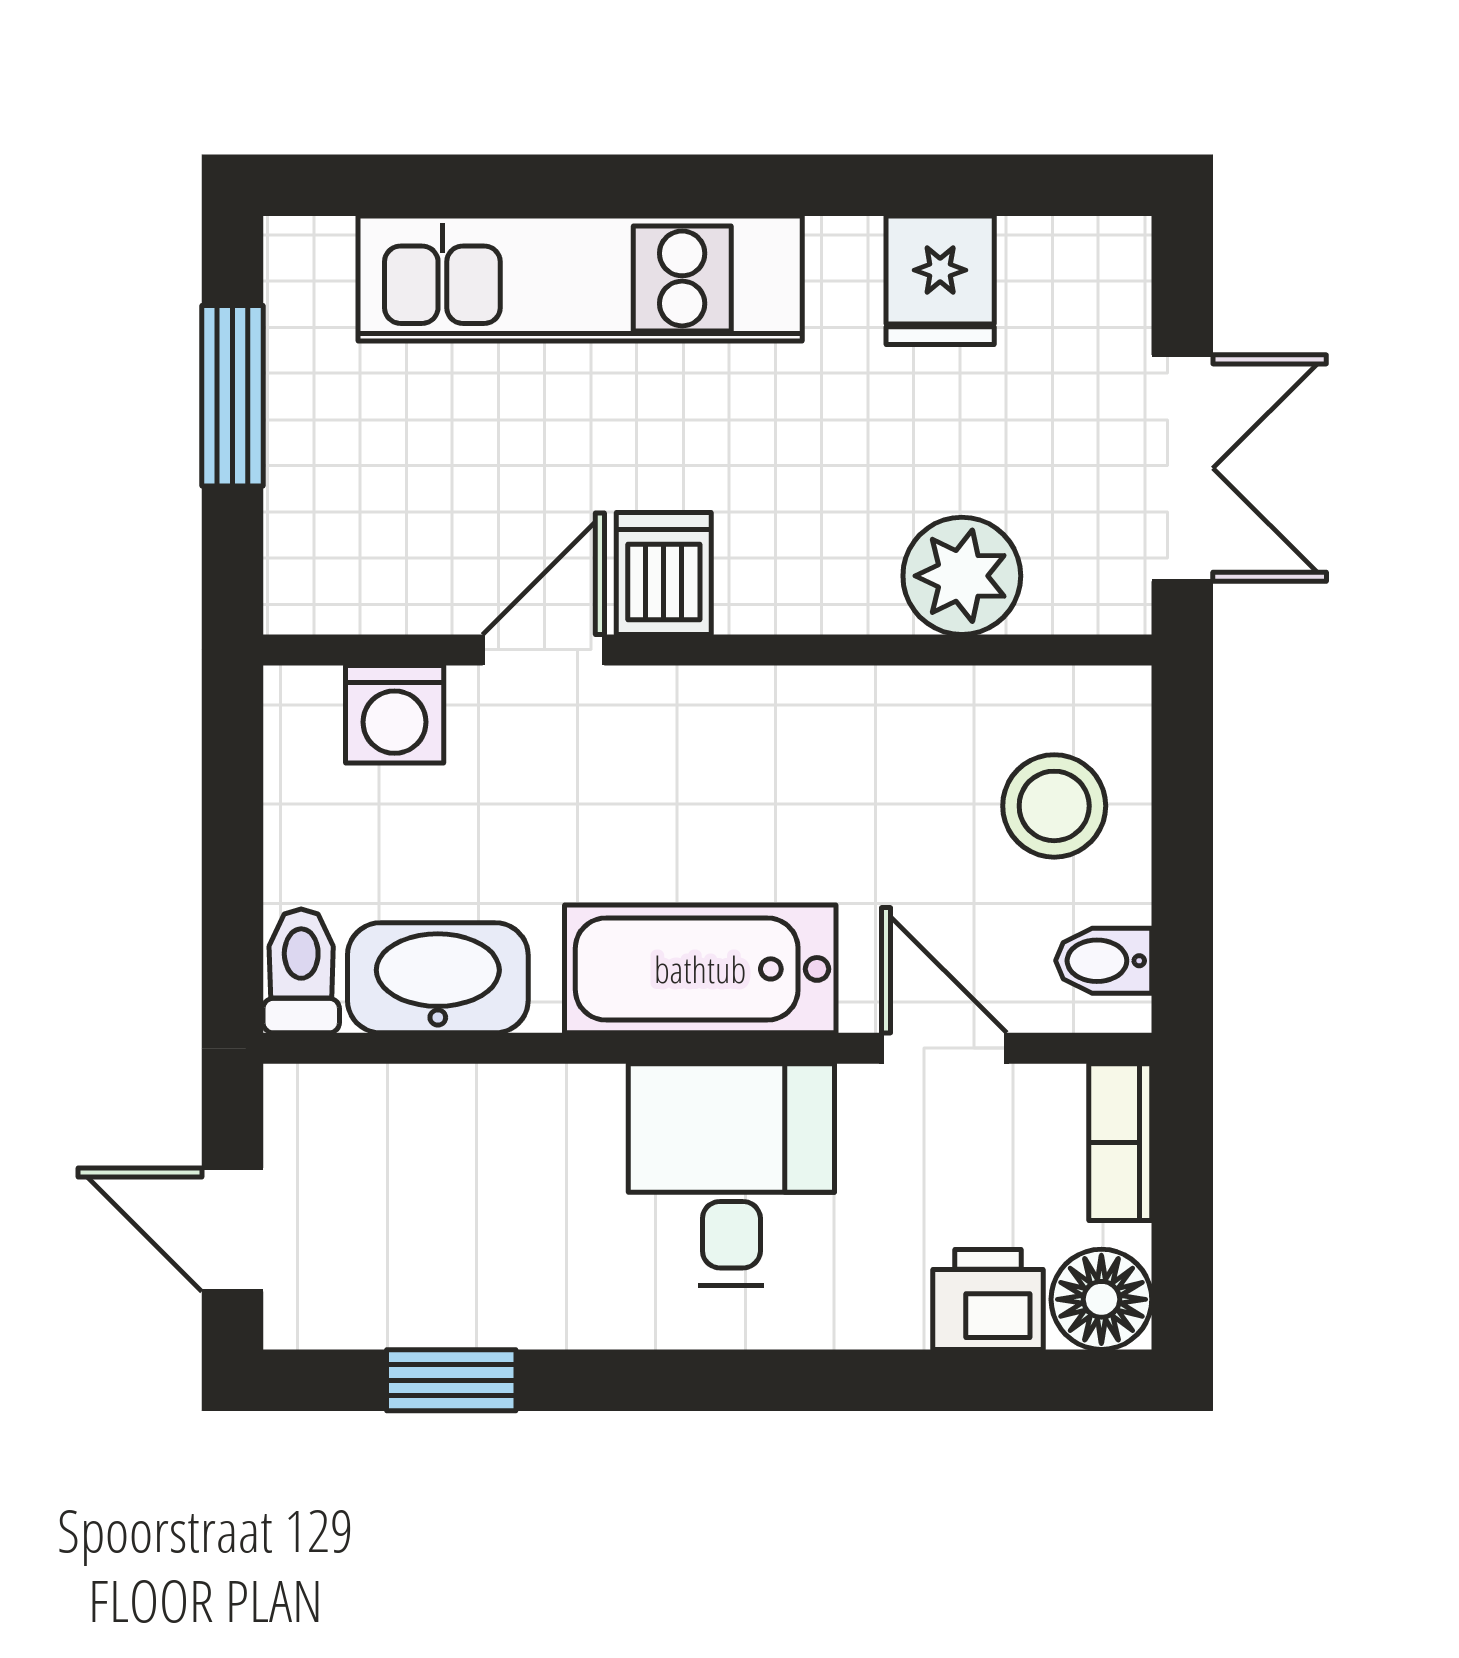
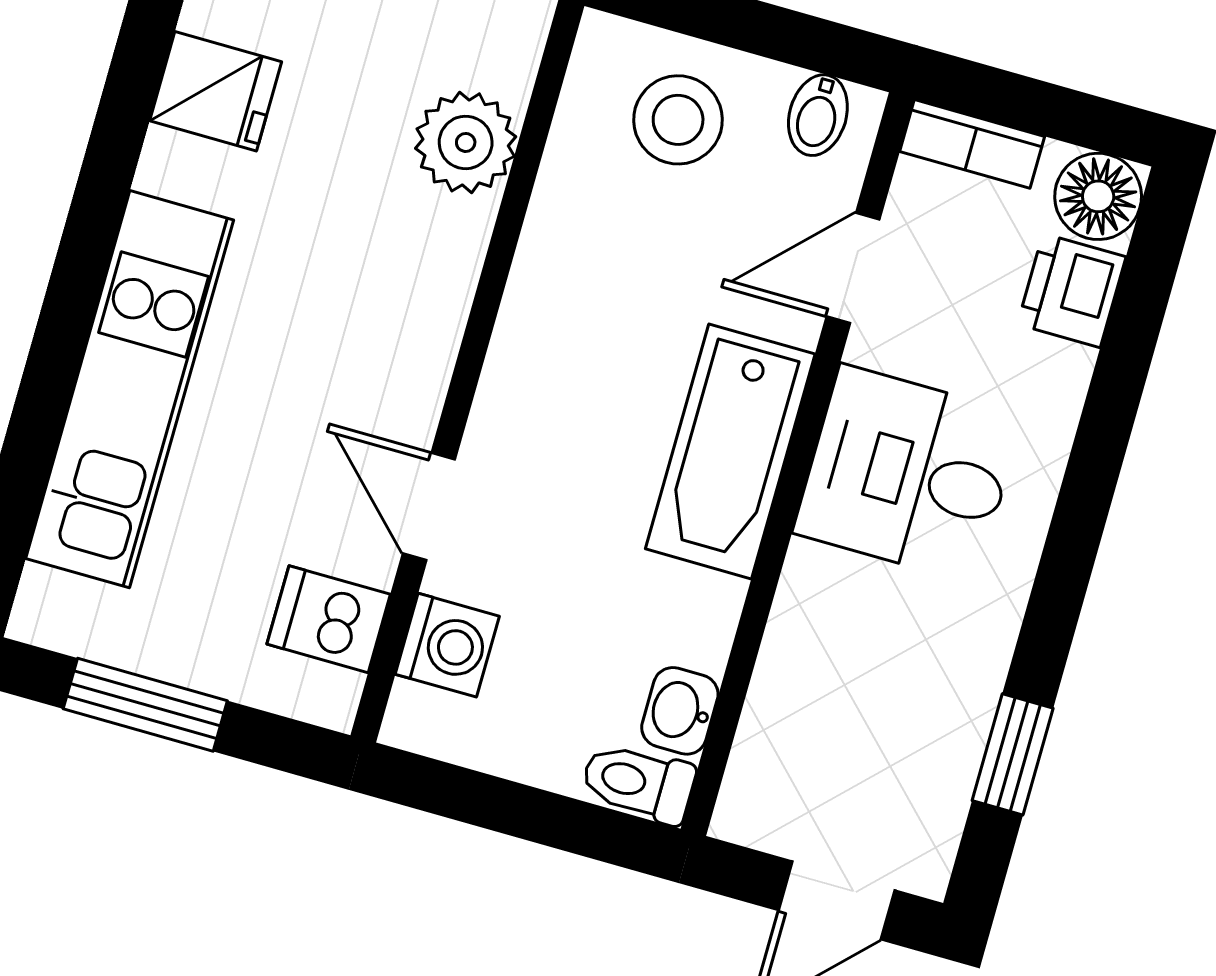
dishwasher: (664, 574) -> (329, 619), moved
washbasin: (438, 978) -> (680, 711), width x0.52, depth x0.69

